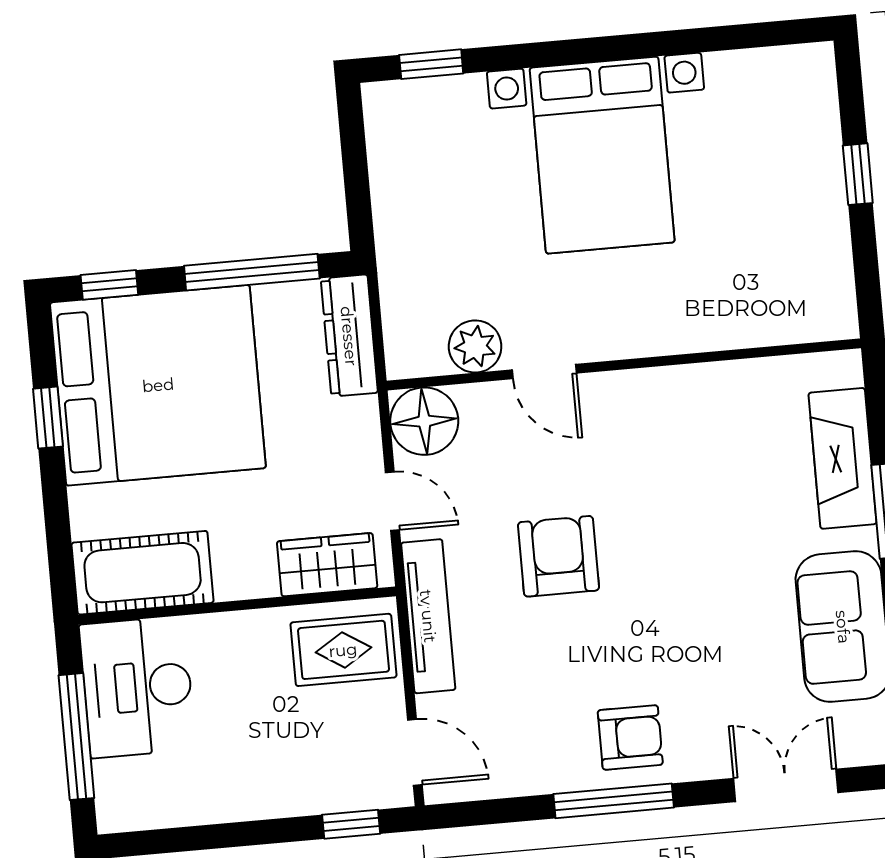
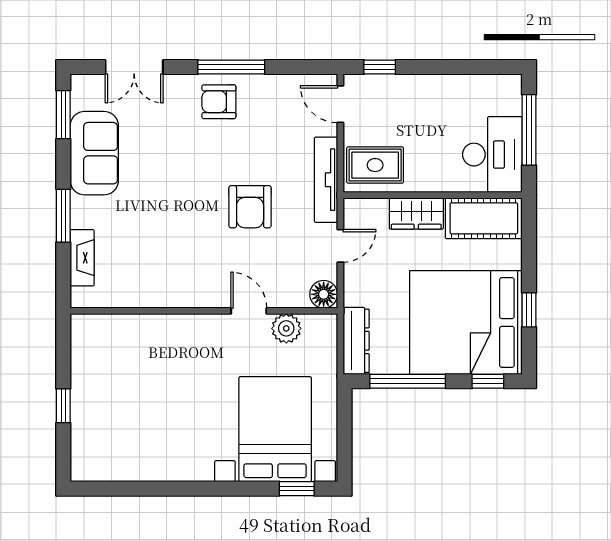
bed with nightstands: (602, 155) -> (275, 429), moved
floor lamp: (424, 421) -> (324, 294), width x0.73, depth x0.73
fireplace: (843, 458) -> (82, 258), width x0.73, depth x0.76
door: (392, 501) -> (340, 246), swing flipped
wardrobe: (327, 565) -> (416, 214), moved

